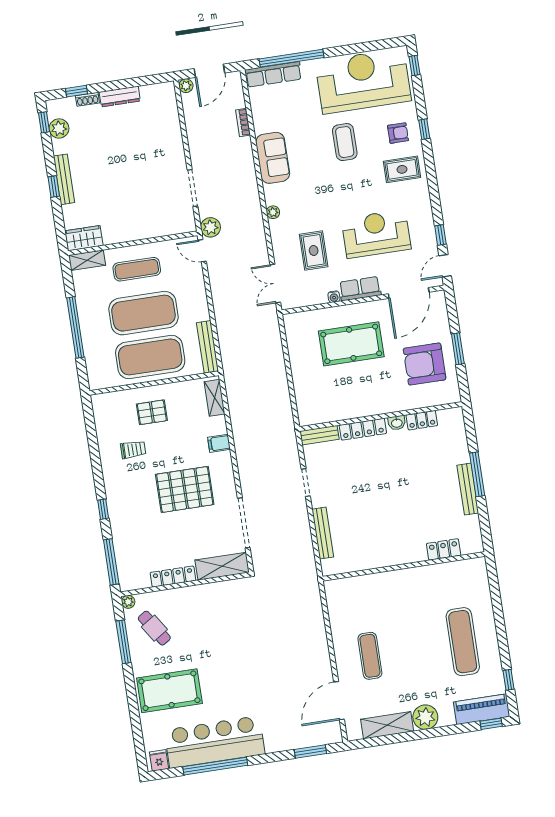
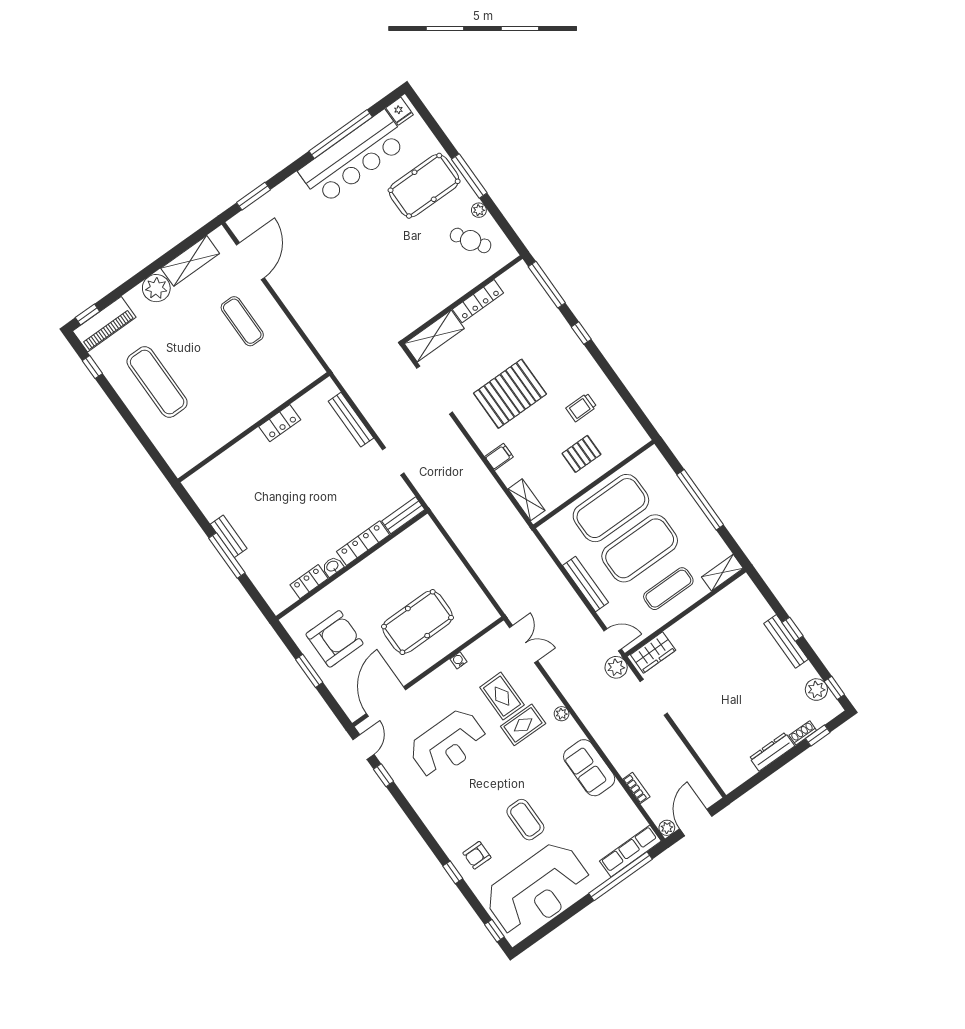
plant: (186, 86) -> (667, 828), moved
rug: (402, 169) -> (523, 725), moved
wardrobe: (84, 238) -> (653, 652), moved
row of seats: (360, 289) -> (437, 681), removed
bench: (207, 347) -> (585, 584), moved
bench: (468, 489) -> (229, 536), width x0.73
locker: (444, 549) -> (280, 423), moved
plant: (128, 602) -> (479, 210), moved
window: (123, 642) -> (469, 176), moved

